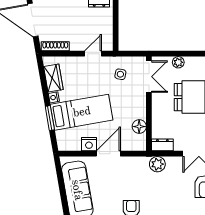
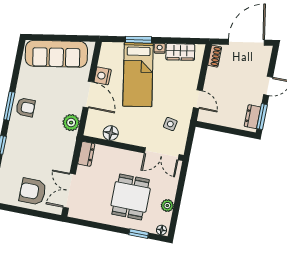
shoe rack: (55, 46) -> (215, 56), width x0.70
plant: (178, 62) -> (167, 206), moved
plant: (157, 164) -> (71, 123), moved

